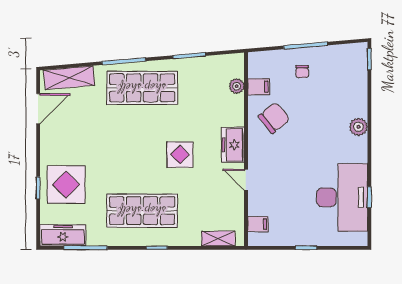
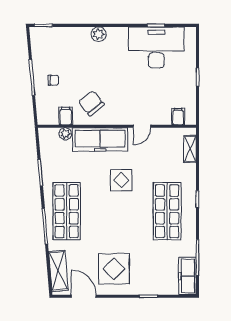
freezer: (233, 145) -> (100, 139), width x1.91, depth x1.26
display table: (66, 185) -> (114, 269), moved

